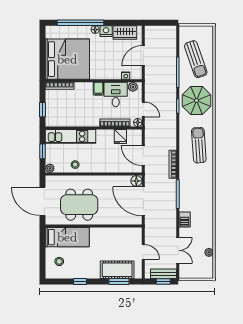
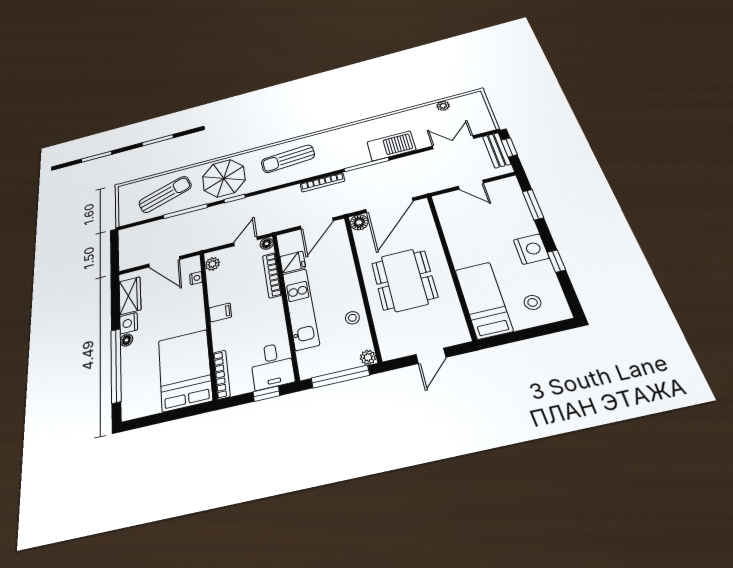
bed: (67, 59) -> (185, 370), width x0.73
desk: (116, 94) -> (272, 366), moved, turned -90
kitchen unit: (71, 136) -> (301, 309), moved
window: (43, 151) -> (340, 377), width x2.17
door: (43, 201) -> (431, 356), width x0.53
dining table: (79, 205) -> (404, 280), moved
barbecue: (185, 219) -> (391, 146), width x1.88, depth x1.53
door: (143, 252) -> (471, 185), swing flipped
cot: (117, 270) -> (514, 212), removed
nightstand: (91, 271) -> (531, 249), added

